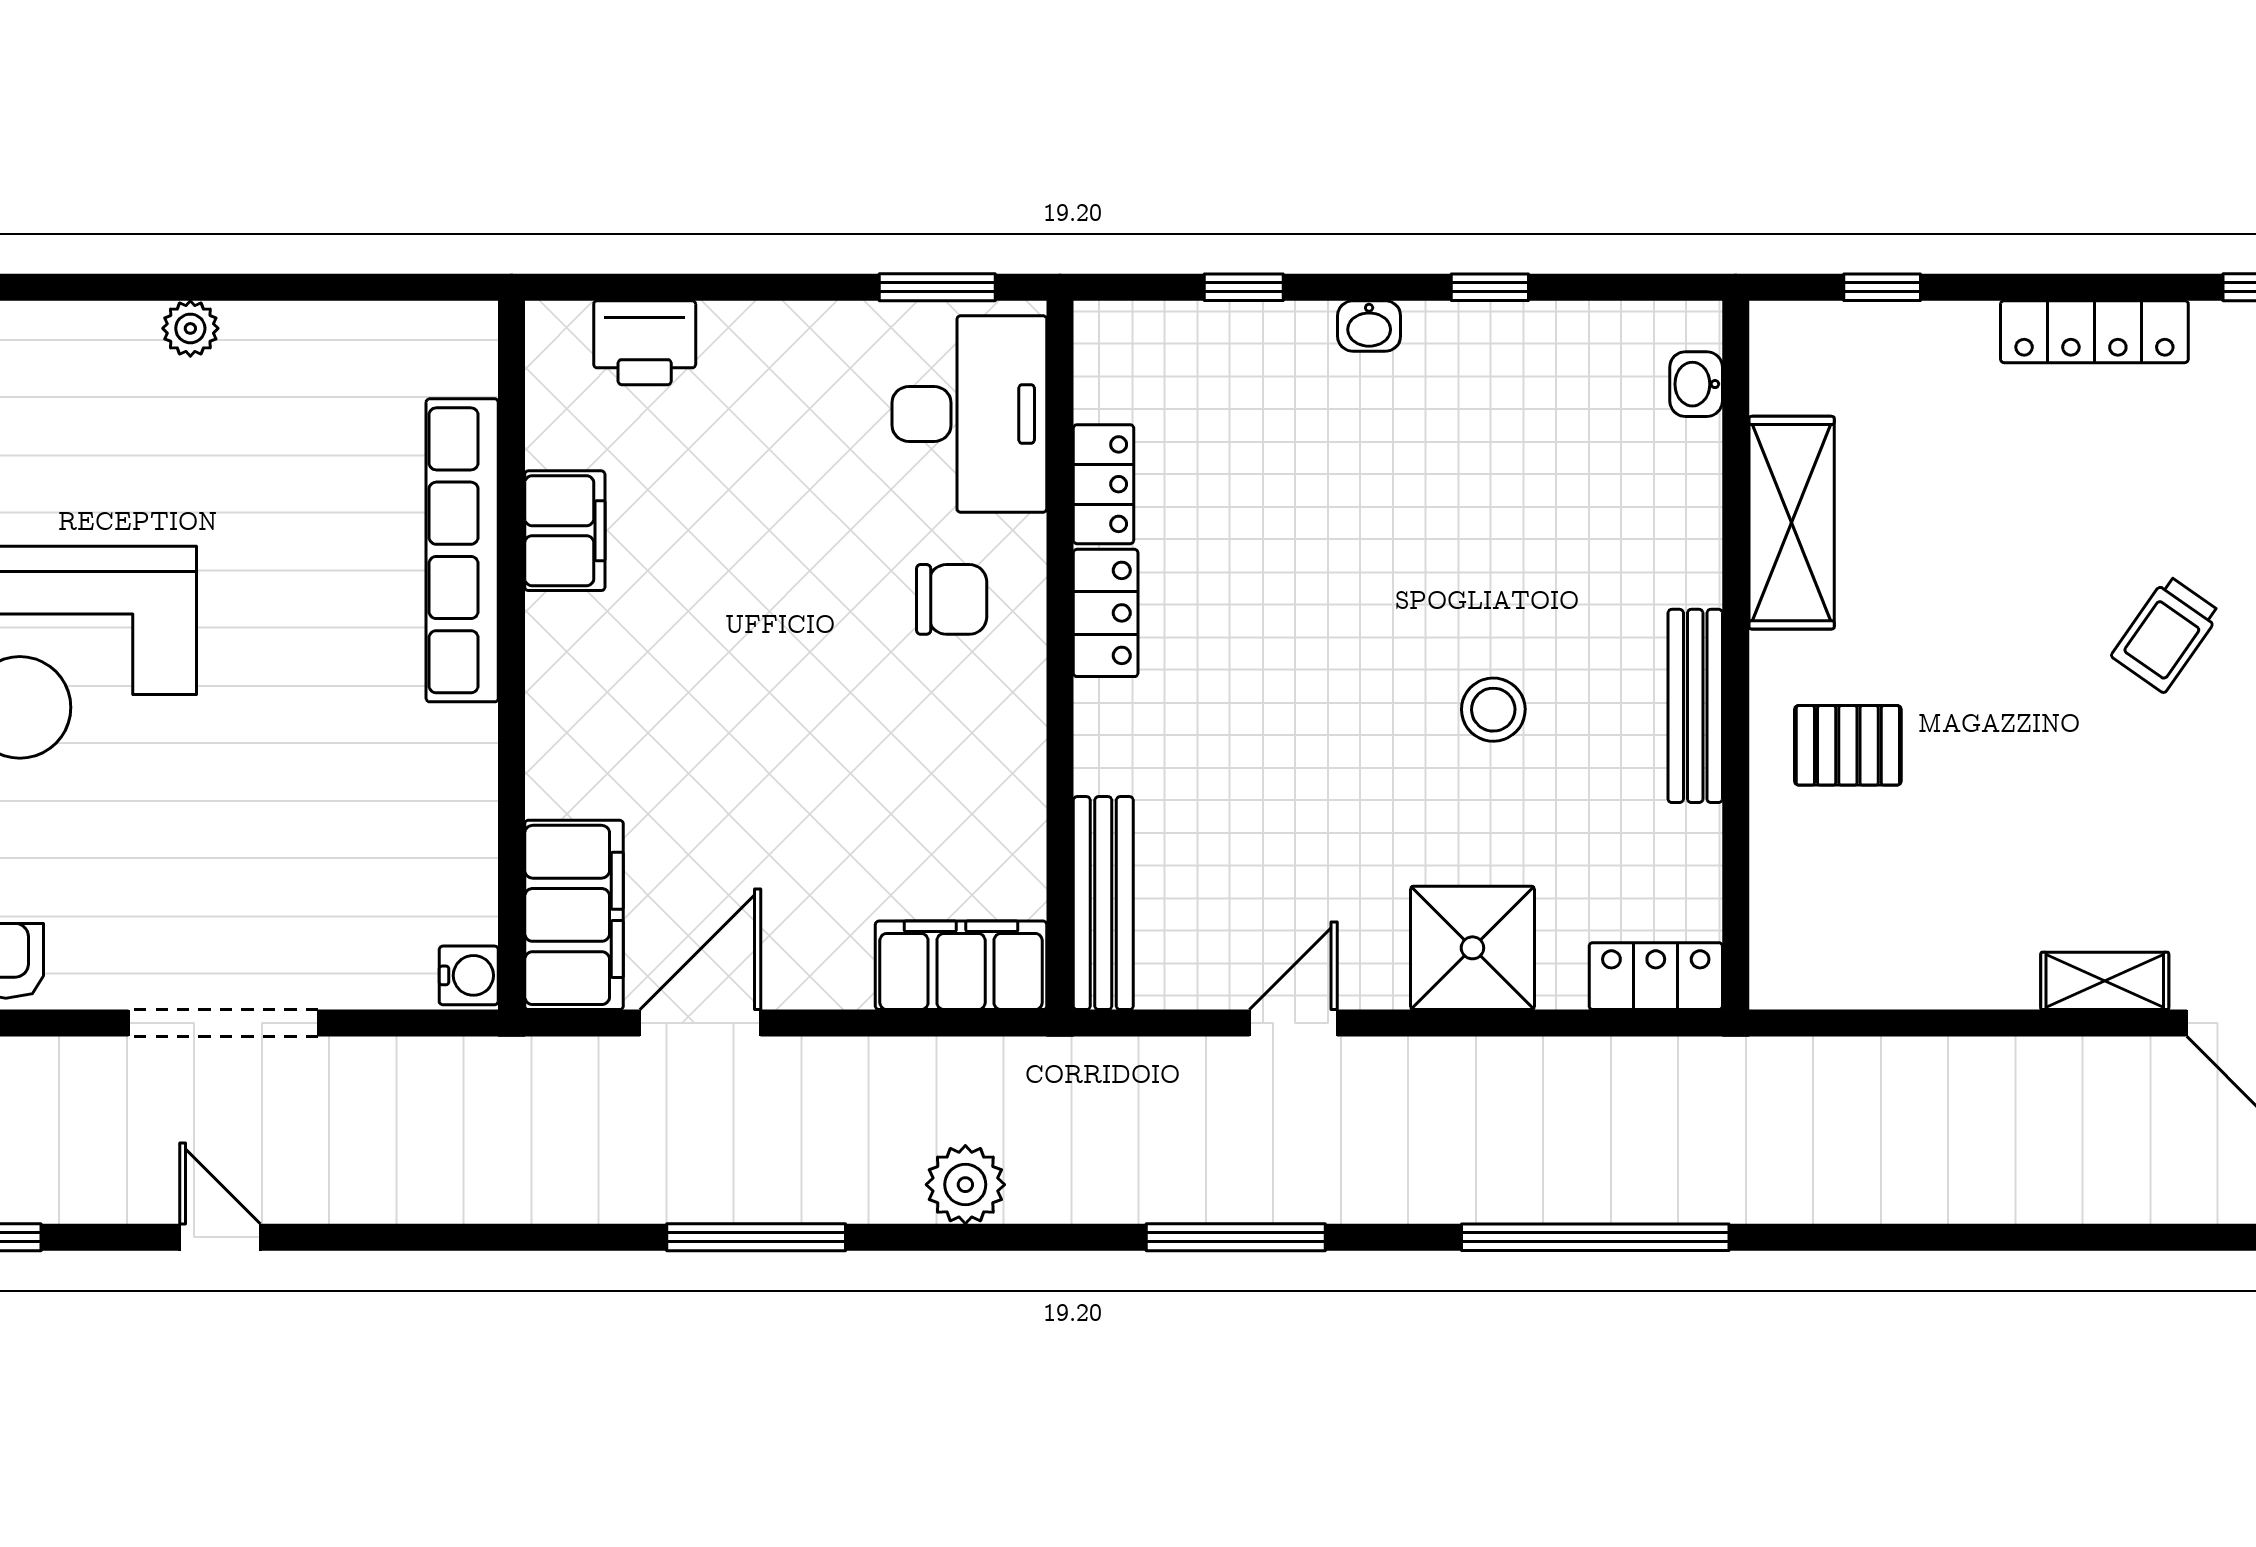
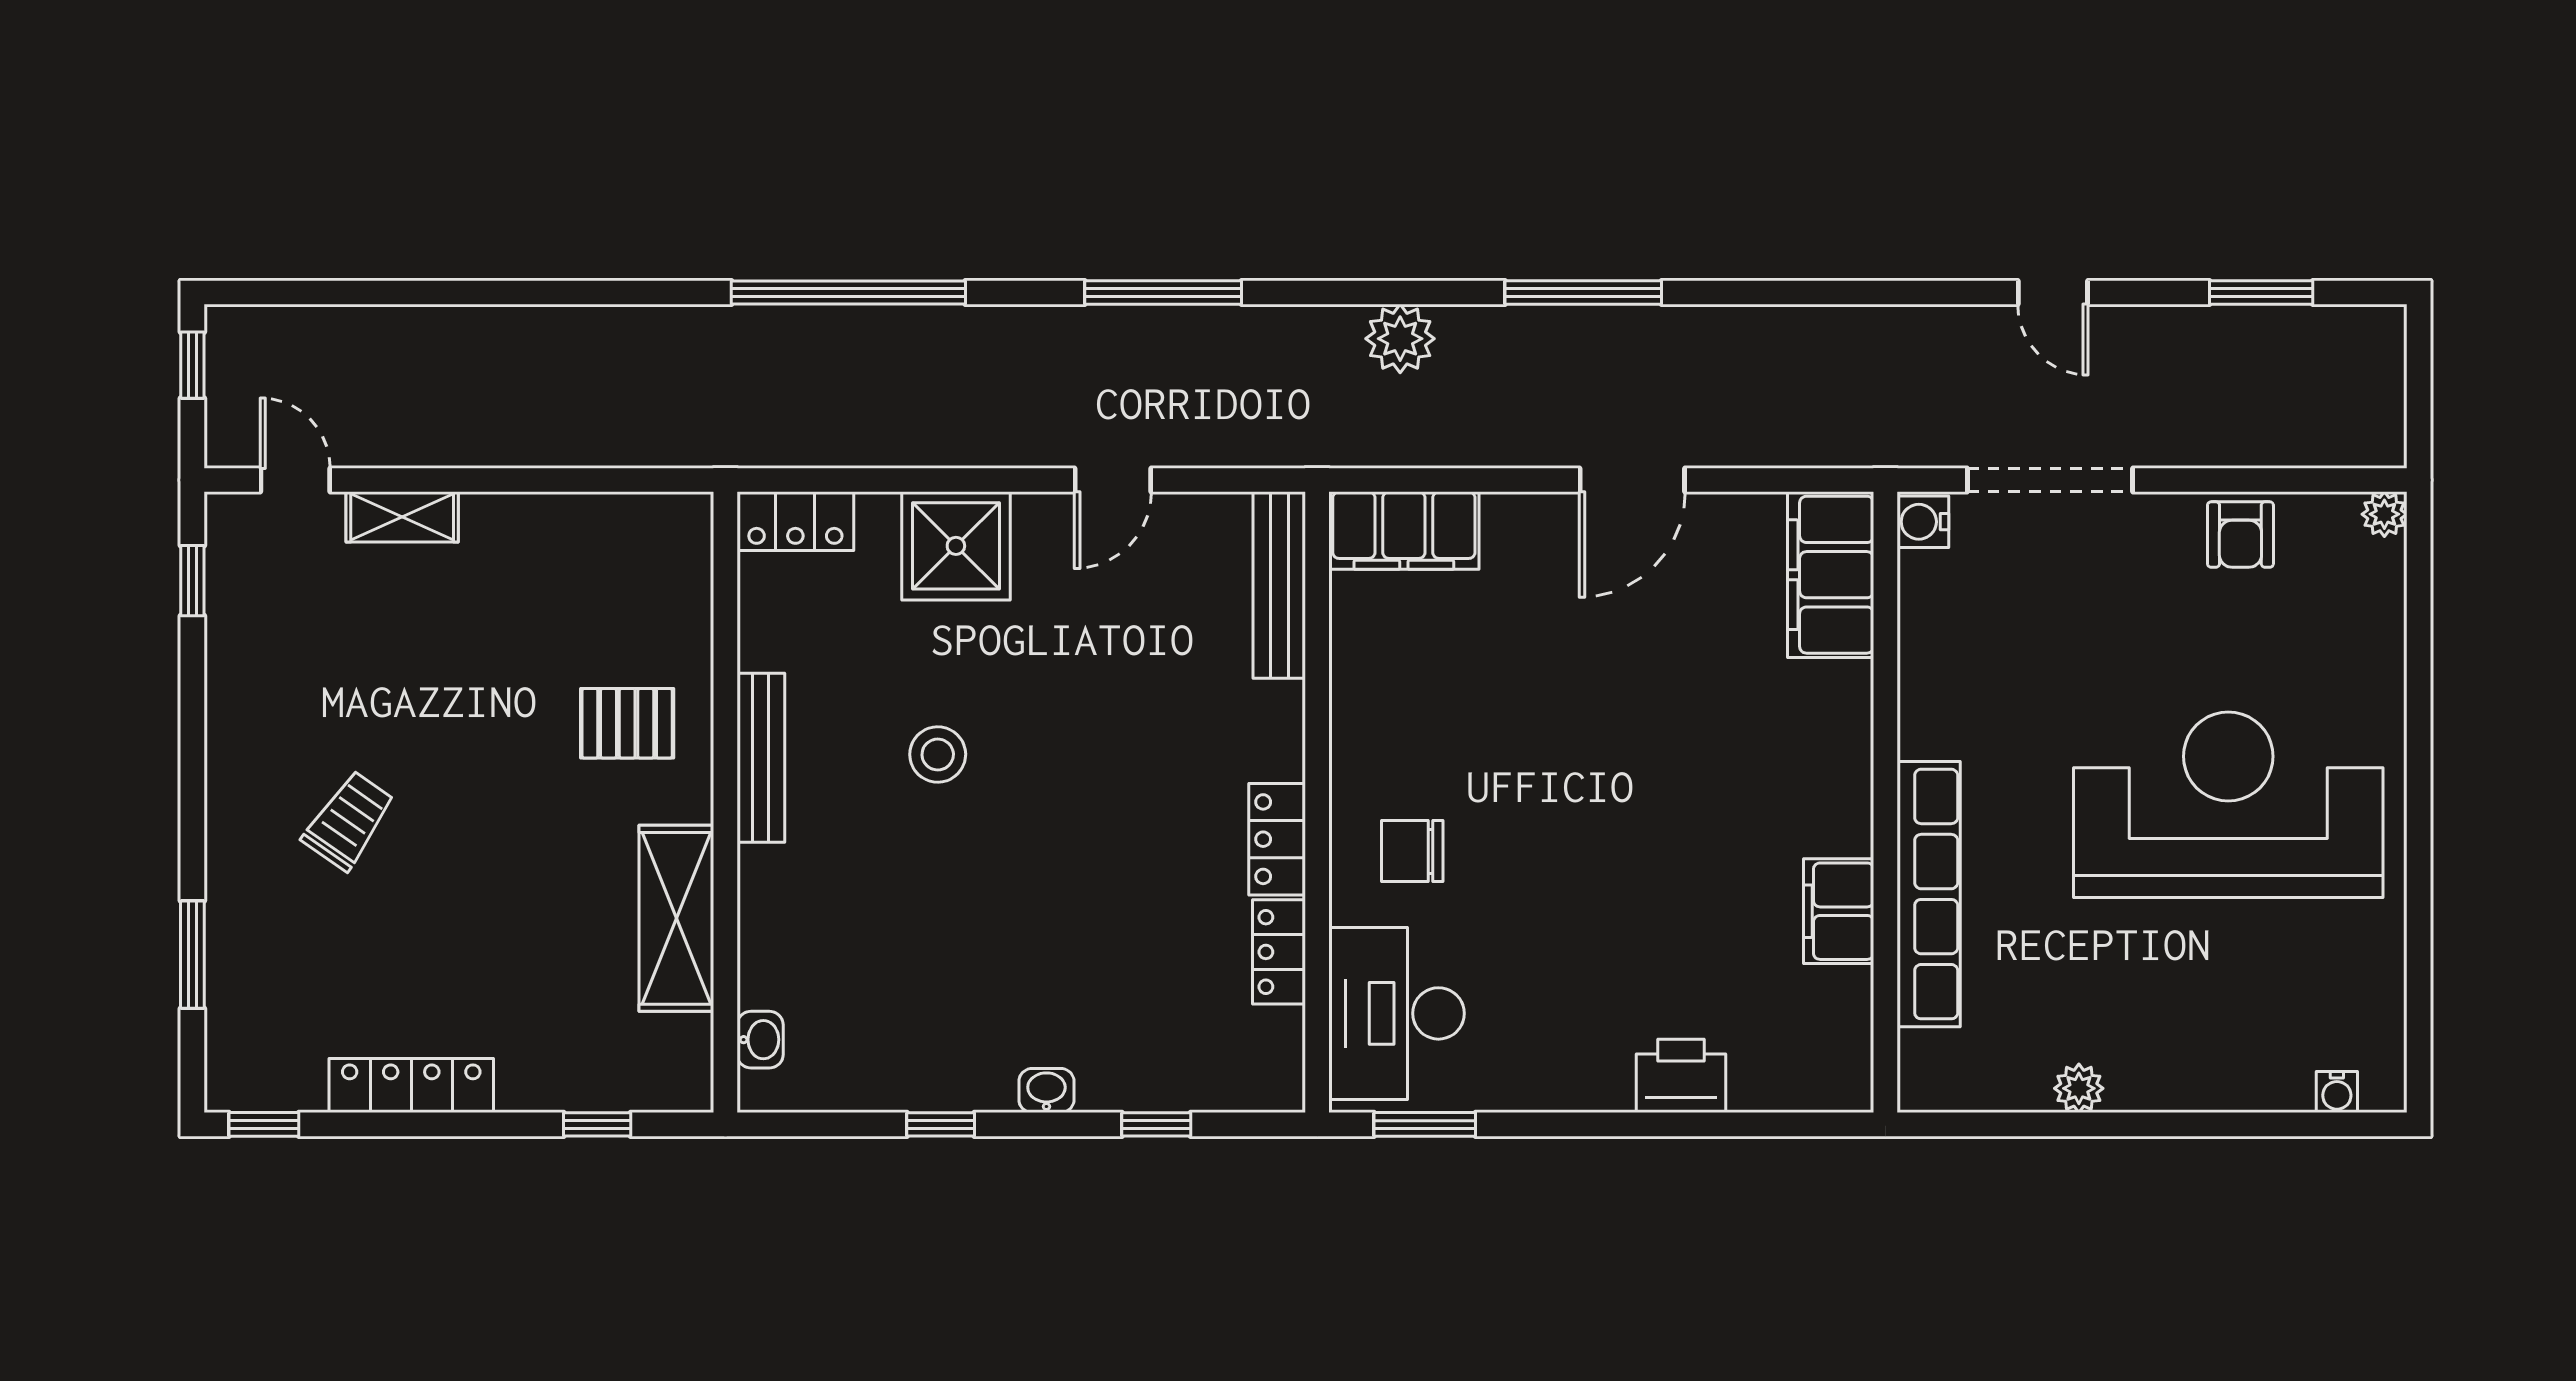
filing cabinet: (565, 531) -> (1839, 911), moved
row of seats: (462, 550) -> (1929, 894), moved
wall: (512, 655) -> (1885, 802), moved
filing cabinet: (574, 915) -> (1831, 575), moved
water cooler: (469, 975) -> (1923, 522), moved

